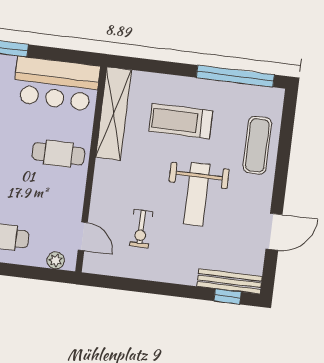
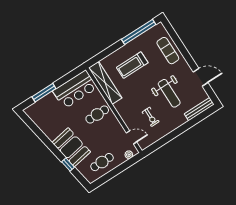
weight bench: (197, 194) -> (169, 93), moved
door: (274, 232) -> (200, 77), hinge flipped
window: (228, 296) -> (203, 115), removed

